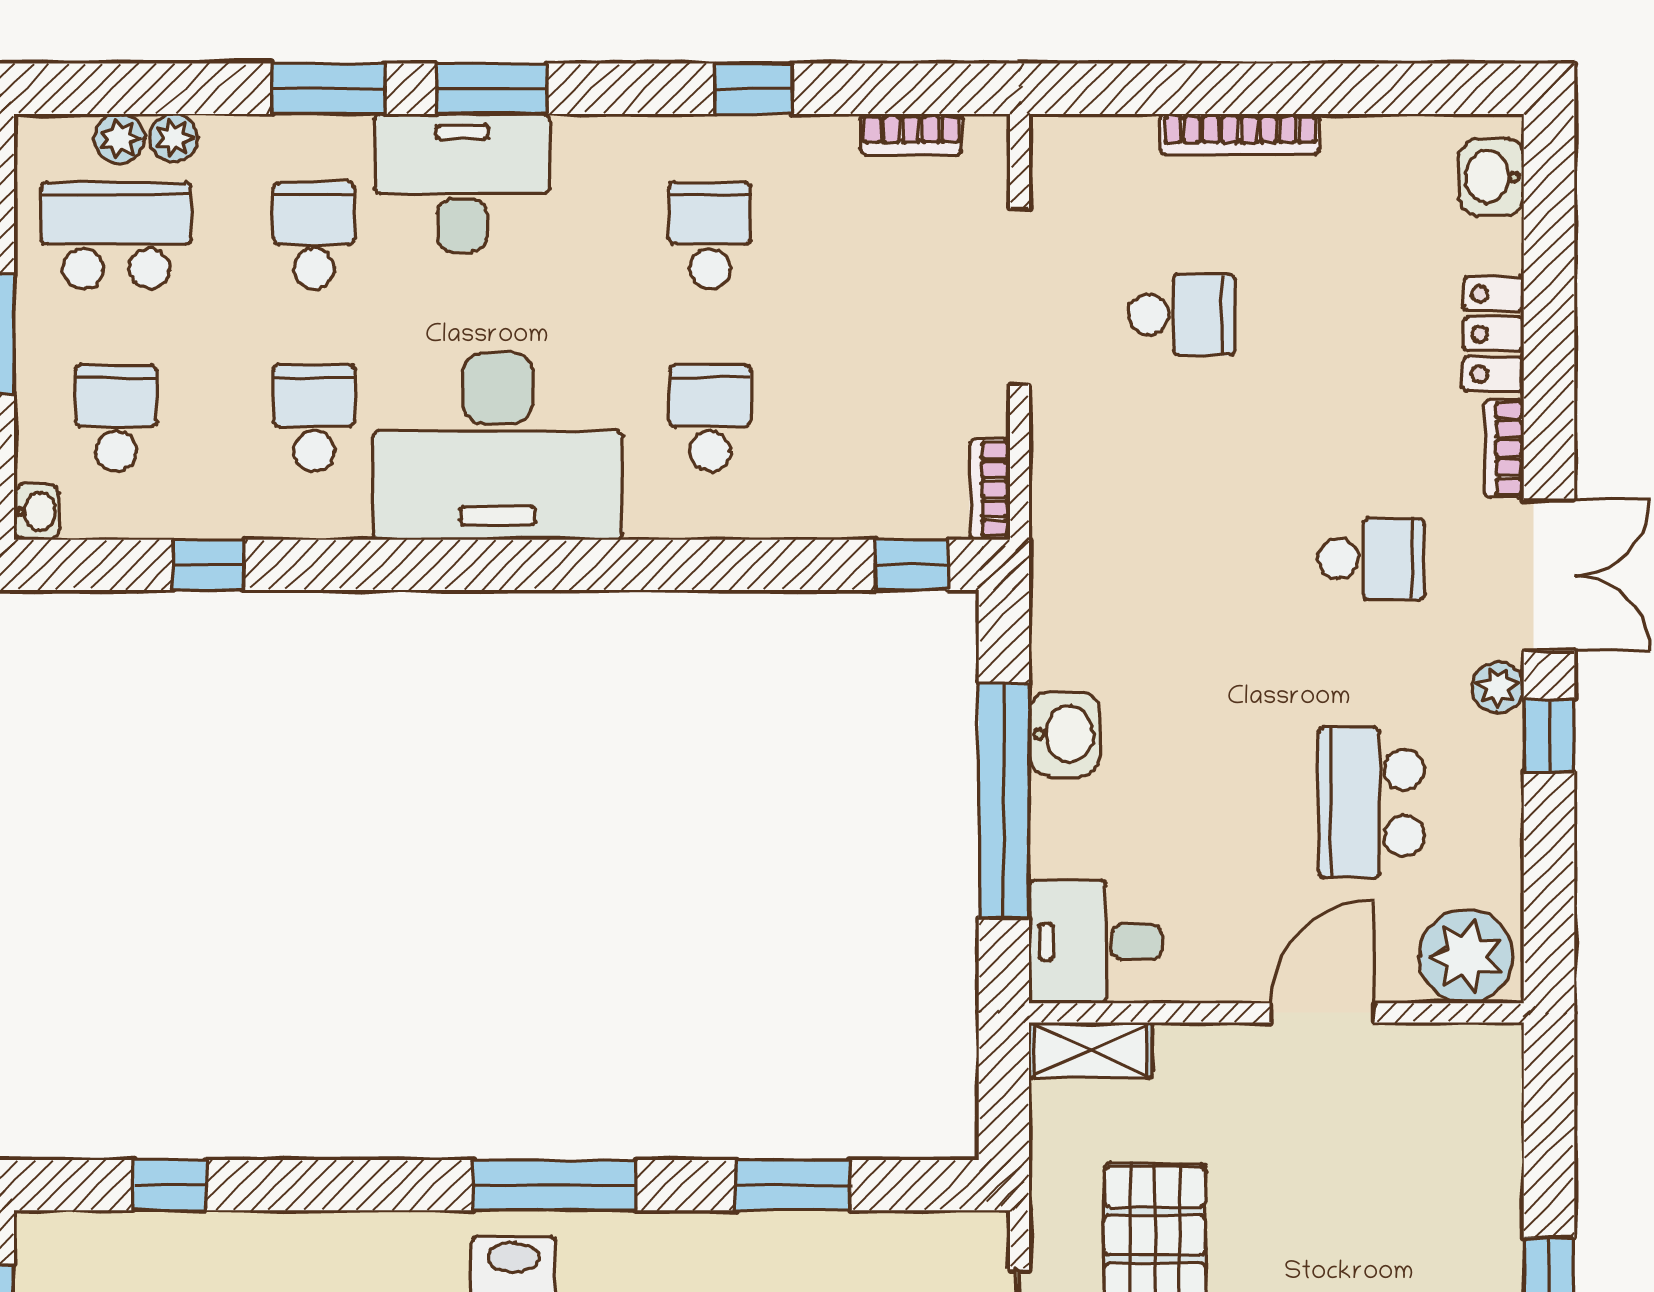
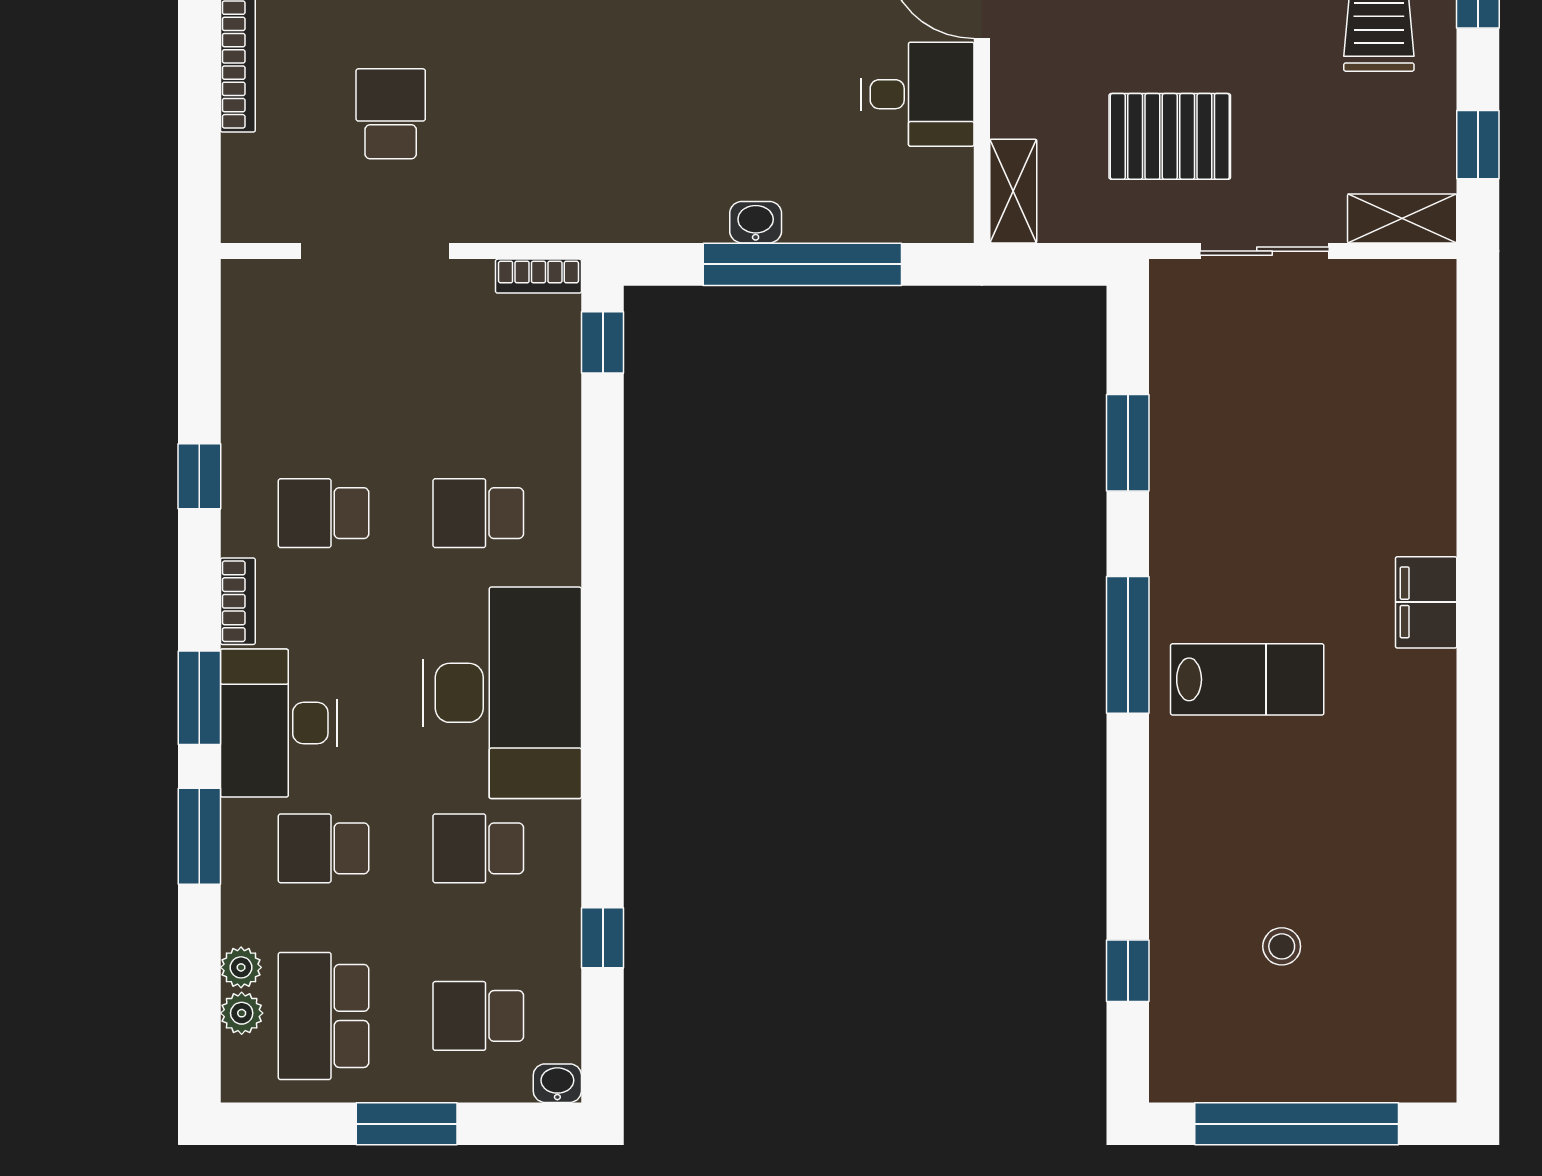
bookcase: (911, 134) -> (238, 601), moved
washbasin: (1065, 734) -> (756, 222), width x0.72, depth x0.69
desk: (1095, 942) -> (918, 94), moved, turned -90

